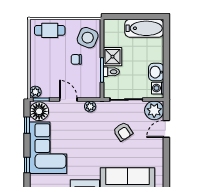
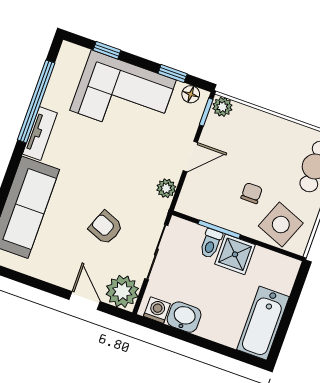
floor lamp: (39, 111) -> (191, 94), width x0.53, depth x0.53
armchair: (123, 132) -> (106, 228), turned 56

